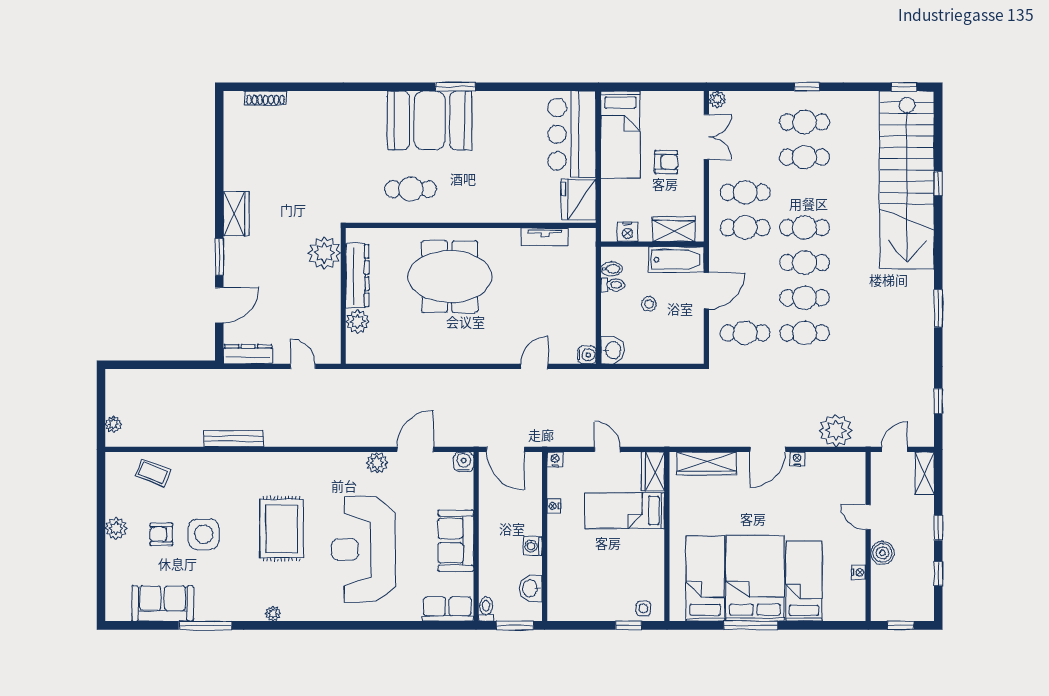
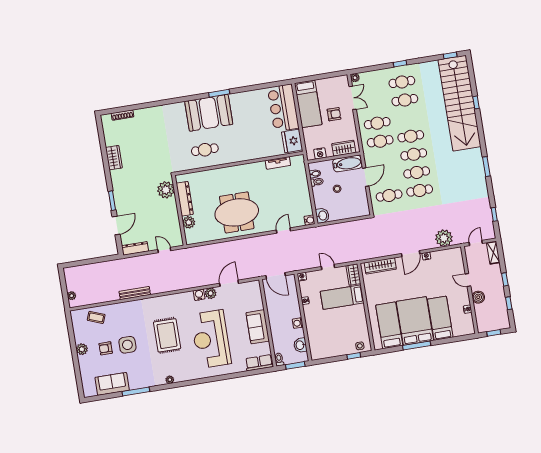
wardrobe: (236, 214) -> (114, 158), moved
meeting table: (450, 277) -> (237, 212), moved
water cooler: (464, 462) -> (199, 295), moved

